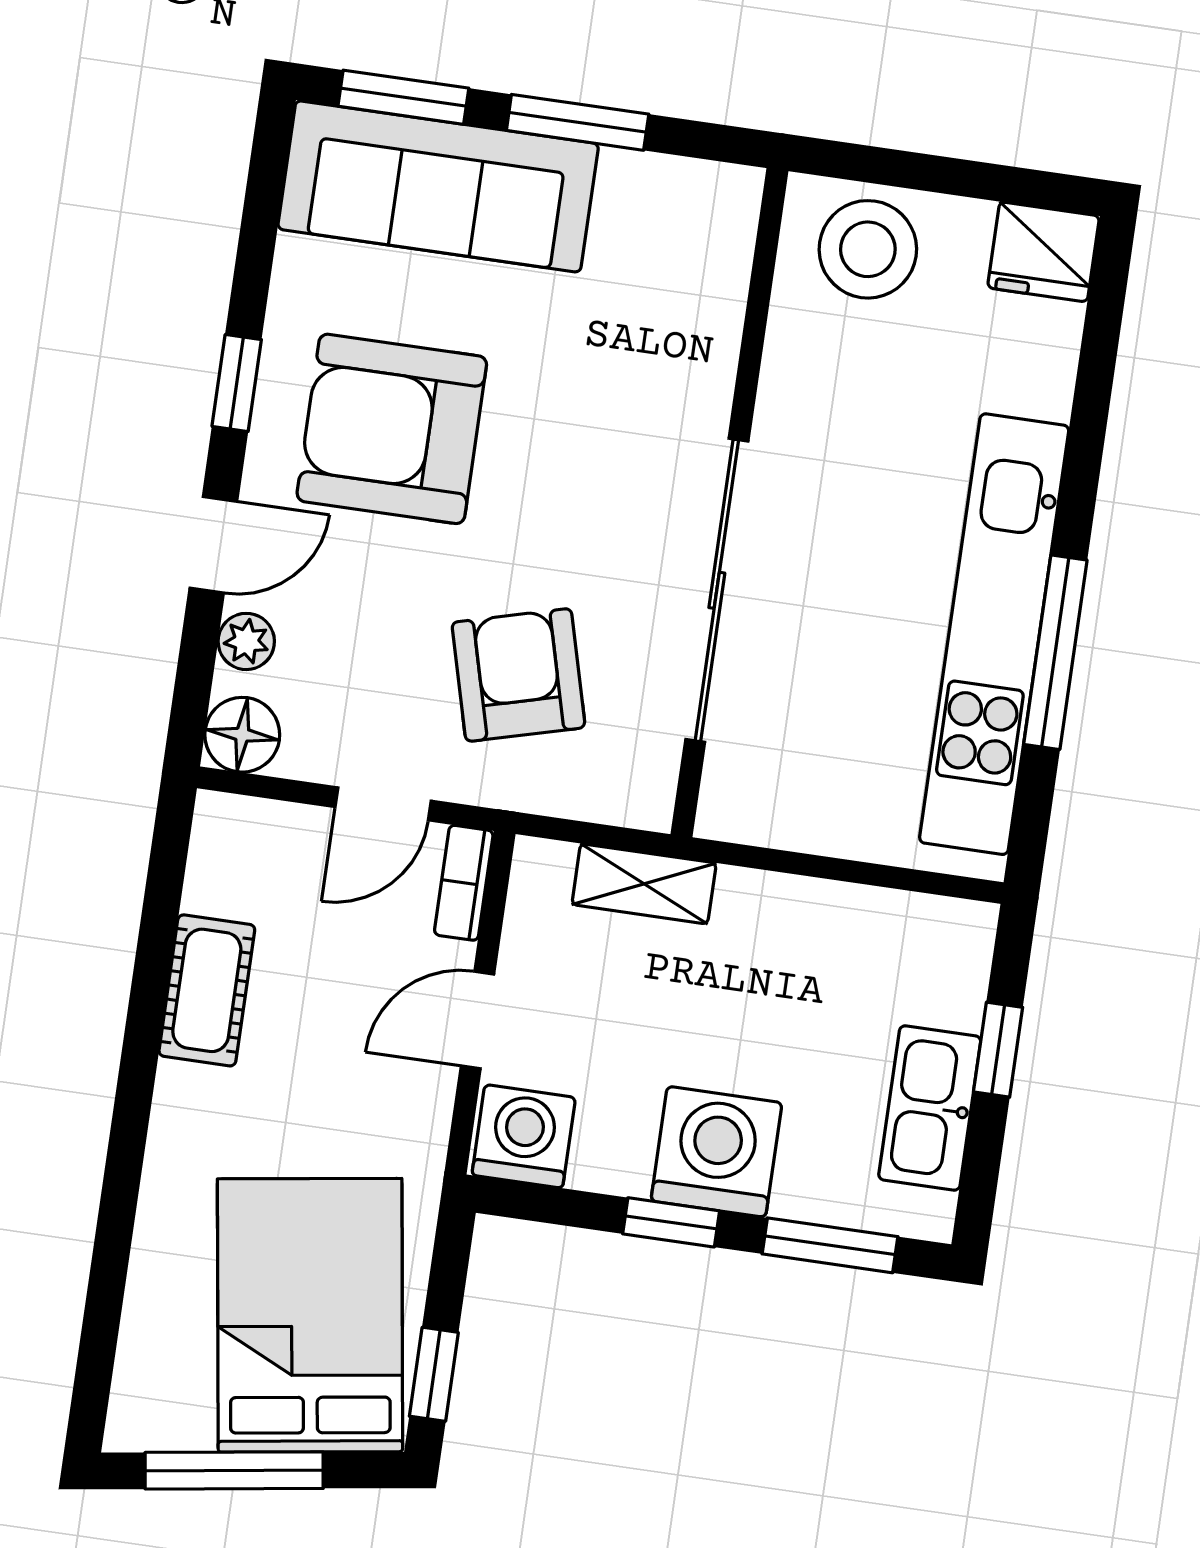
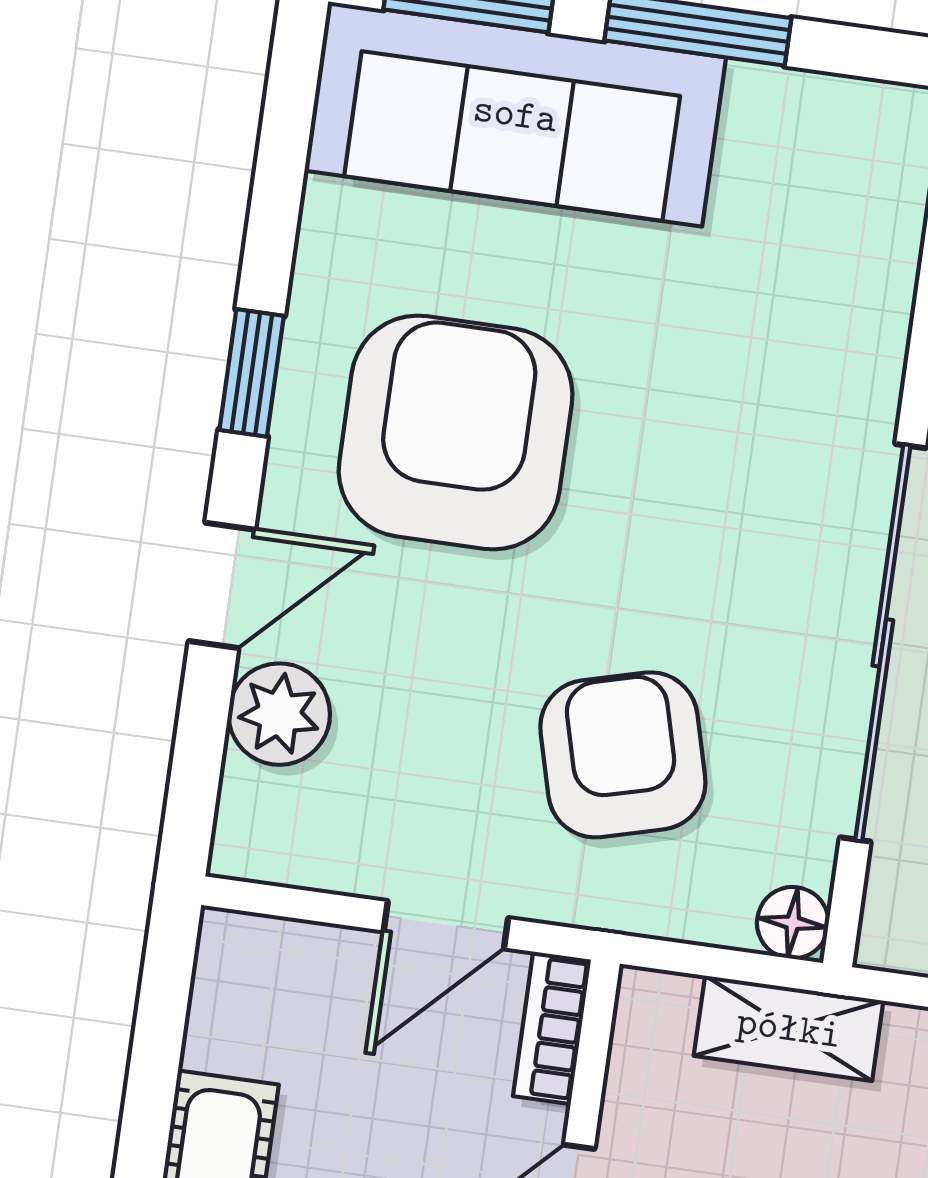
armchair: (392, 429) -> (456, 433), turned 90
plant: (246, 641) -> (279, 714), width x1.38, depth x1.38
floor lamp: (242, 735) -> (793, 923), moved, width x0.73, depth x0.73

